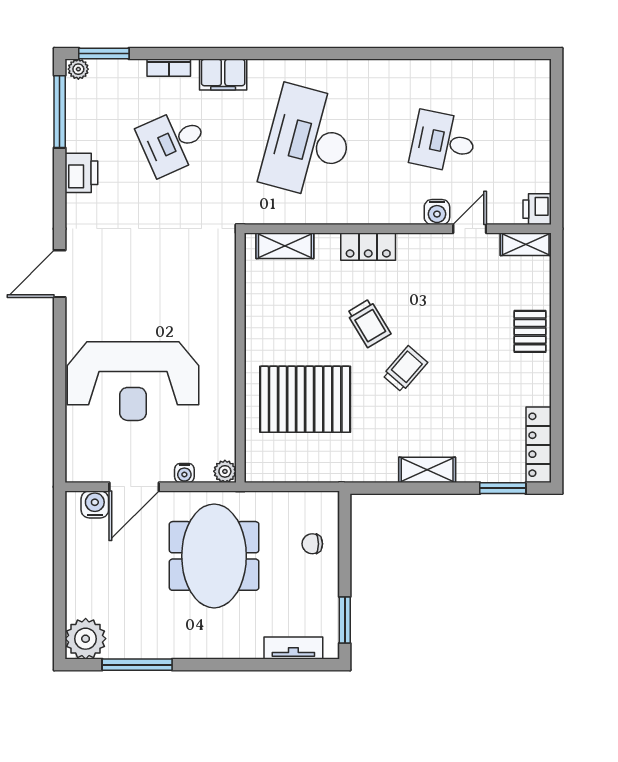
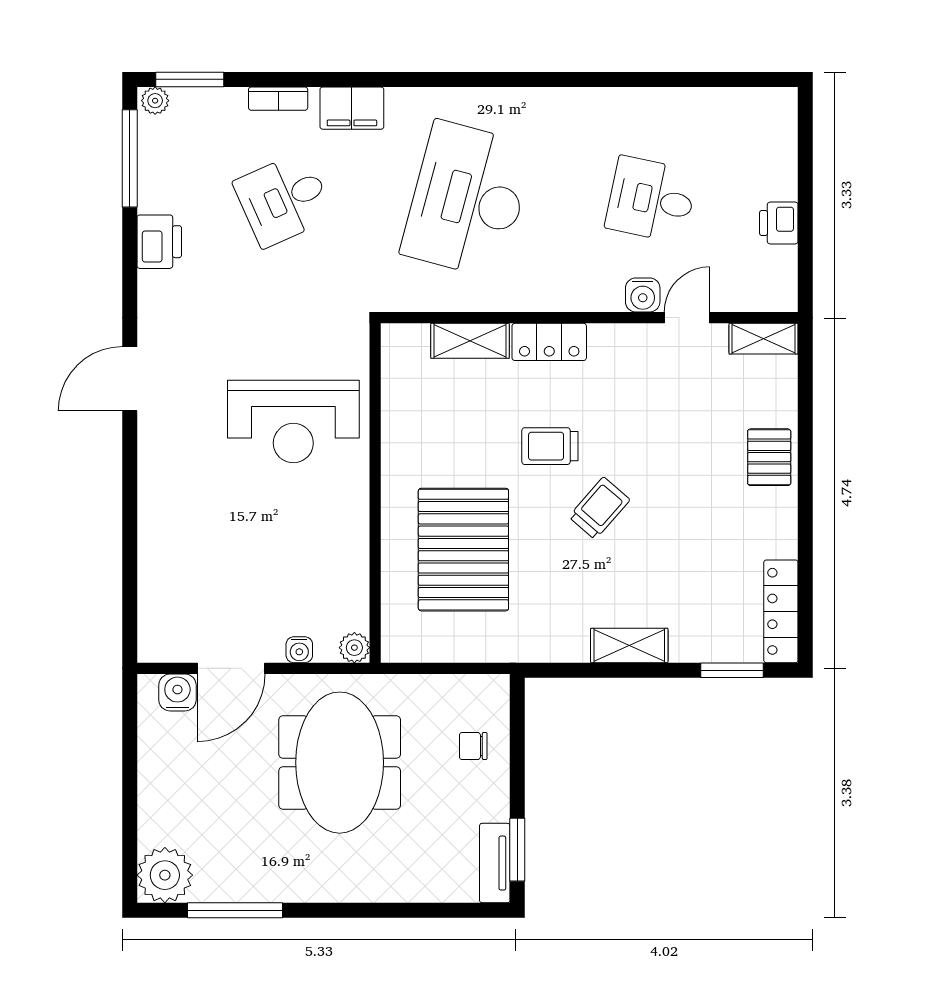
printer: (537, 209) -> (779, 223), moved
shelving: (285, 246) -> (470, 341), moved
trolley: (369, 323) -> (550, 446), turned 121
reception desk: (133, 381) -> (293, 422), moved, width x0.74, depth x0.77
pallet: (305, 399) -> (463, 550), turned 90
tv unit: (293, 648) -> (495, 863), moved, turned -90

